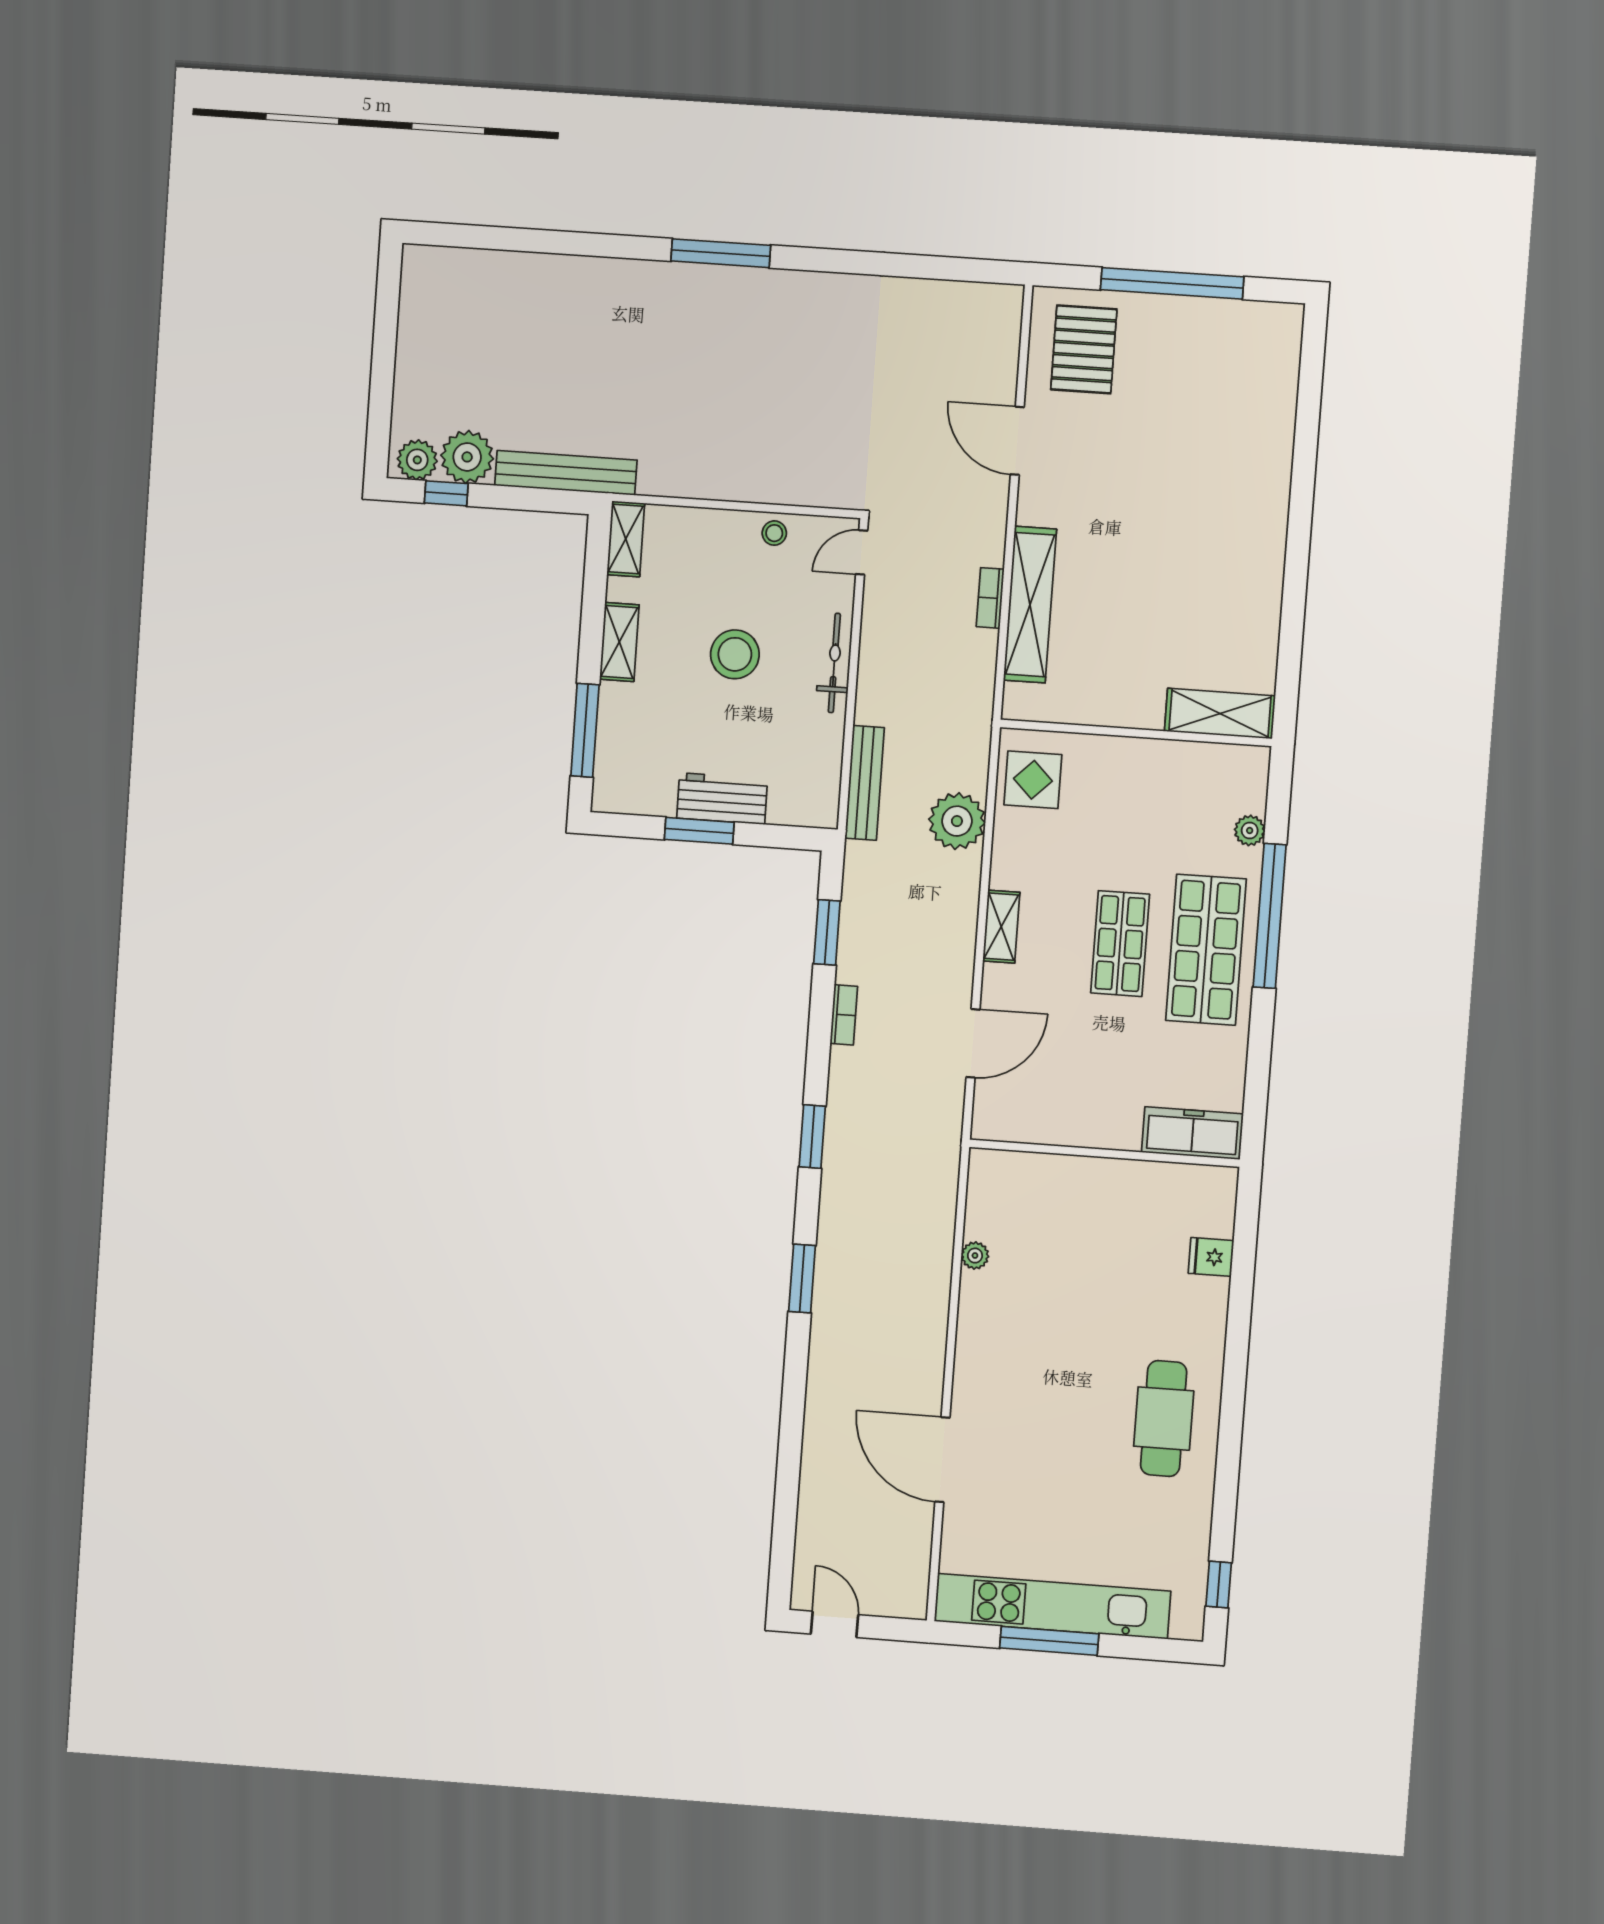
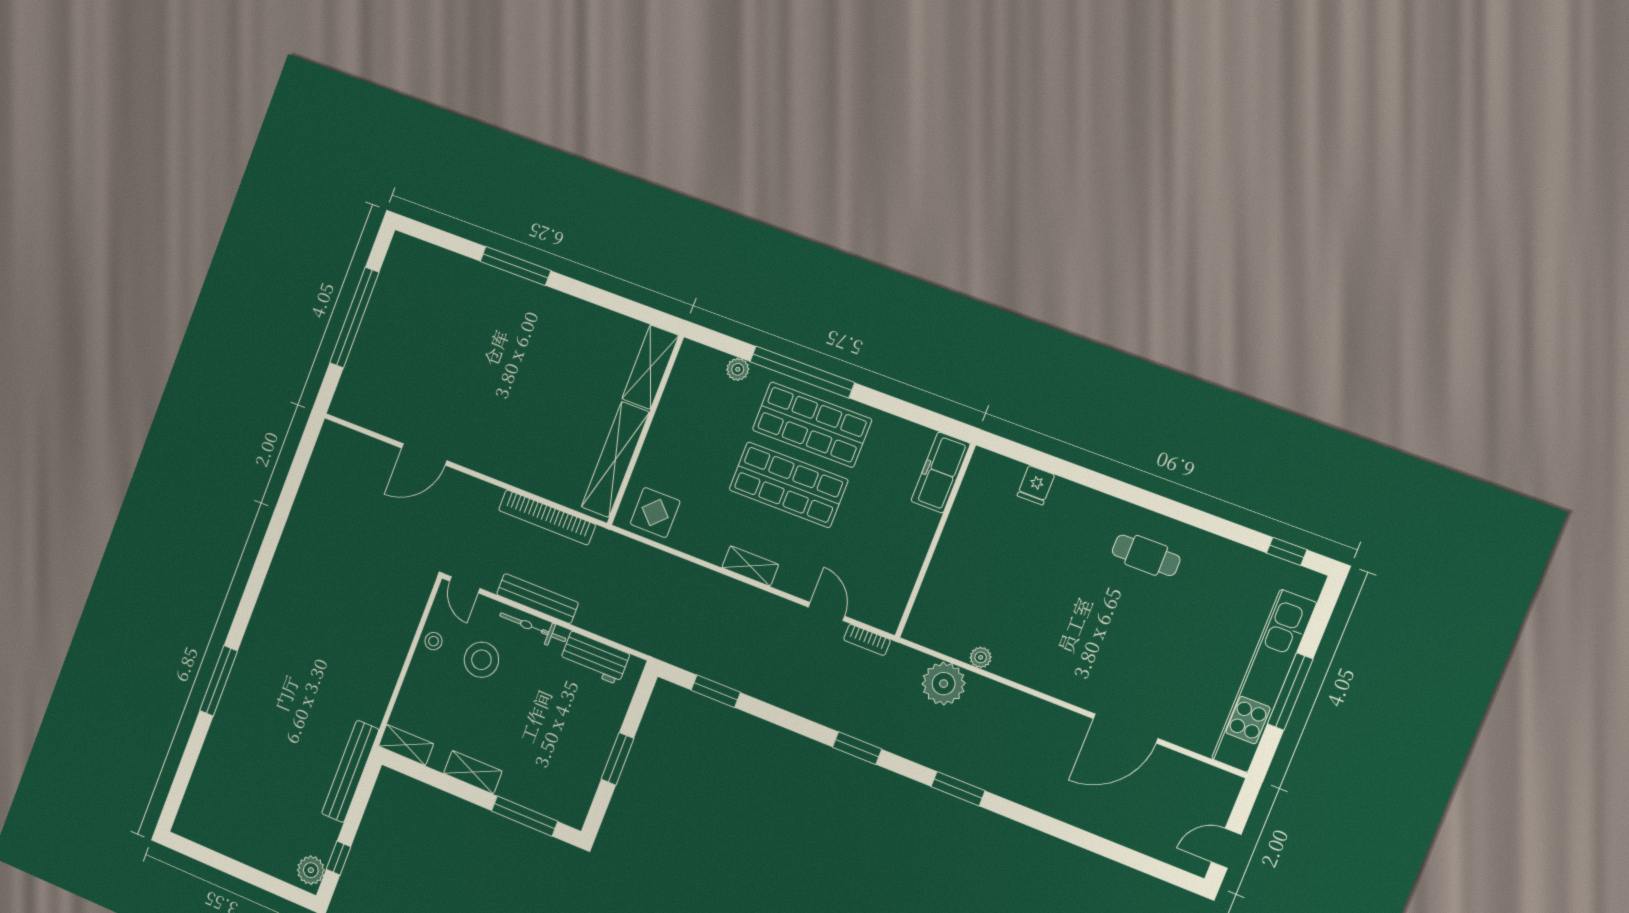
window: (721, 253) -> (219, 681), moved
pallet: (1084, 349) -> (379, 391), removed
plant: (467, 457) -> (319, 835), removed
window: (1302, 487) -> (515, 266), added
bookcase: (990, 598) -> (547, 517), width x2.31, depth x1.31
shelving: (1030, 605) -> (615, 460), moved, turned 90
stool: (735, 654) -> (481, 660), moved
bench: (865, 783) -> (537, 599), moved
workbench: (722, 799) -> (595, 658), moved, turned -90
plant: (957, 821) -> (944, 684), moved
shop shelf: (1120, 944) -> (788, 485), width x1.43, depth x1.36
bookcase: (844, 1015) -> (867, 640), moved, turned 180
door: (973, 1043) -> (826, 612), width x0.73
cafe table: (1164, 1419) -> (1146, 555), width x0.73, depth x0.74

